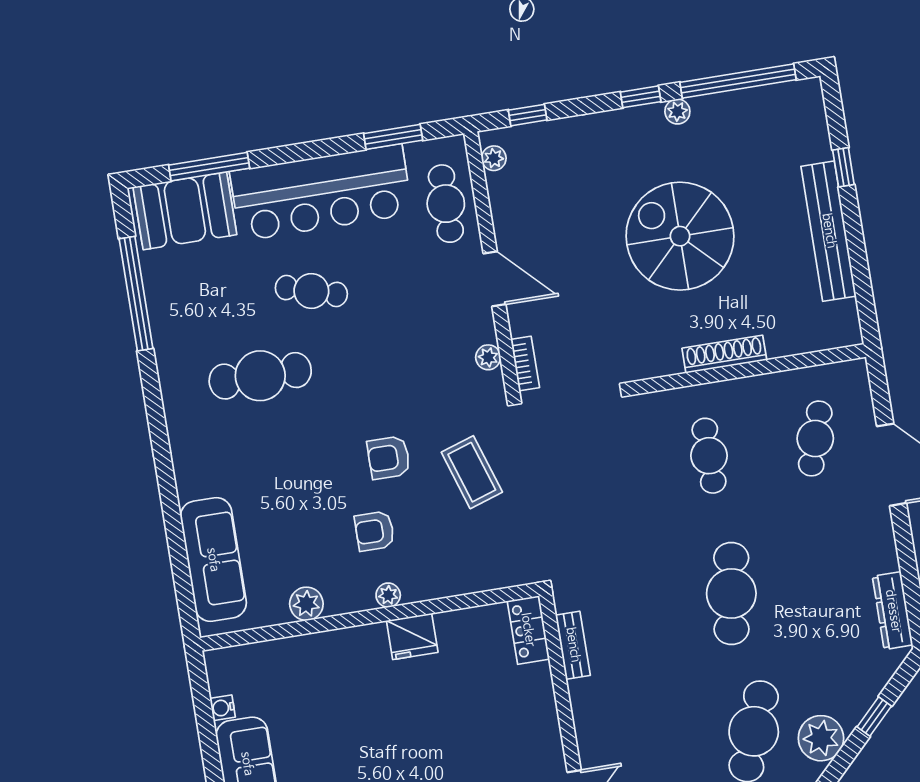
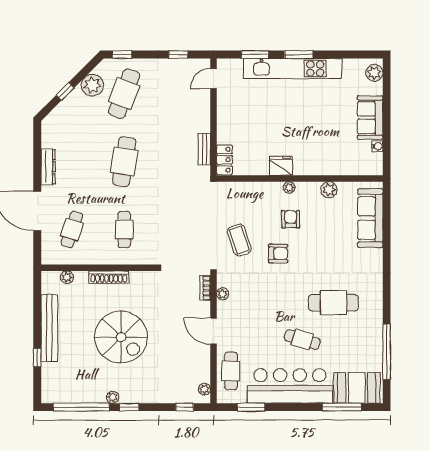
plant: (809, 340) -> (67, 277), added
armchair: (375, 531) -> (291, 219), turned -90
dresser: (893, 611) -> (48, 167), moved

